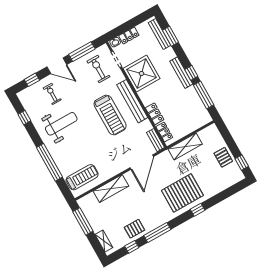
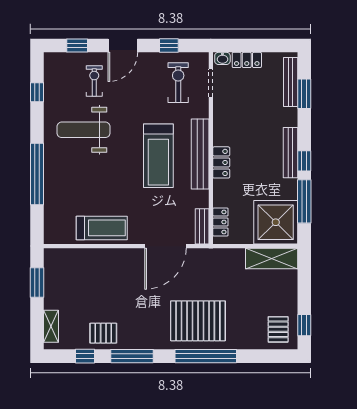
window: (82, 52) -> (169, 46), width x0.46
door: (57, 66) -> (123, 46), hinge flipped
shower: (142, 73) -> (276, 222), moved
locker: (155, 114) -> (221, 162), moved
weight bench: (61, 124) -> (84, 130), turned 180
shelving: (185, 146) -> (272, 258), moved
pallet: (223, 157) -> (278, 329), moved
treadmill: (82, 177) -> (102, 228), moved
shelving: (111, 189) -> (102, 259), removed
window: (198, 210) -> (206, 356), width x3.17
window: (83, 221) -> (37, 282), width x0.69

